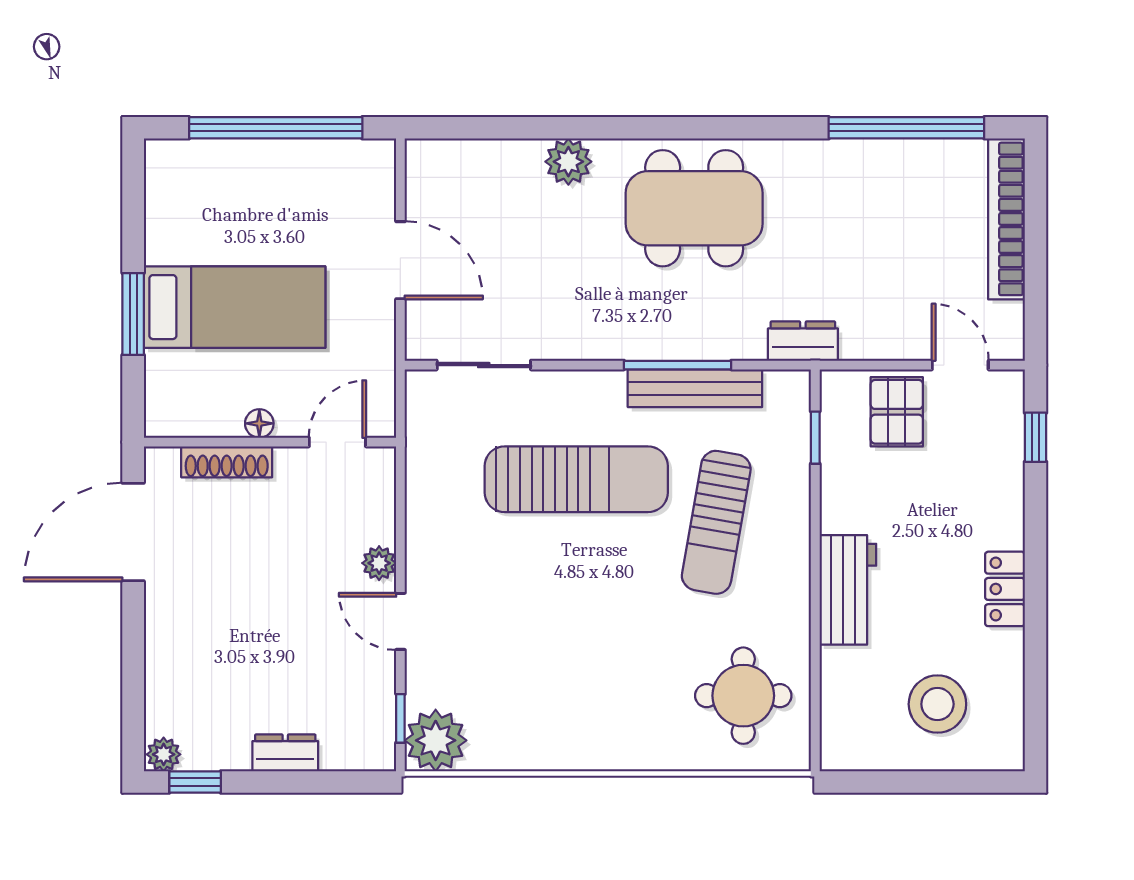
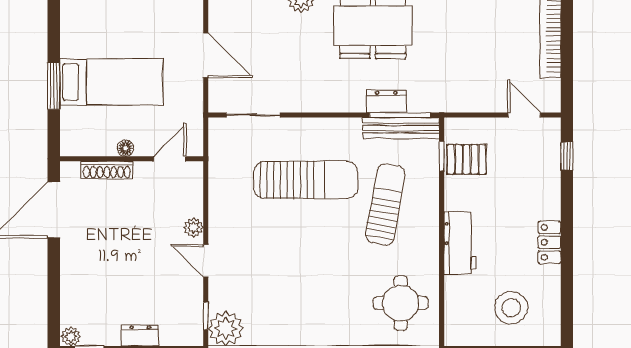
dresser: (803, 341) -> (386, 101), moved
window: (678, 365) -> (400, 115), moved
bench: (695, 388) -> (401, 128), moved
pallet: (897, 412) -> (467, 159), moved, turned 90
sun lounger: (716, 522) -> (385, 204), turned 180

